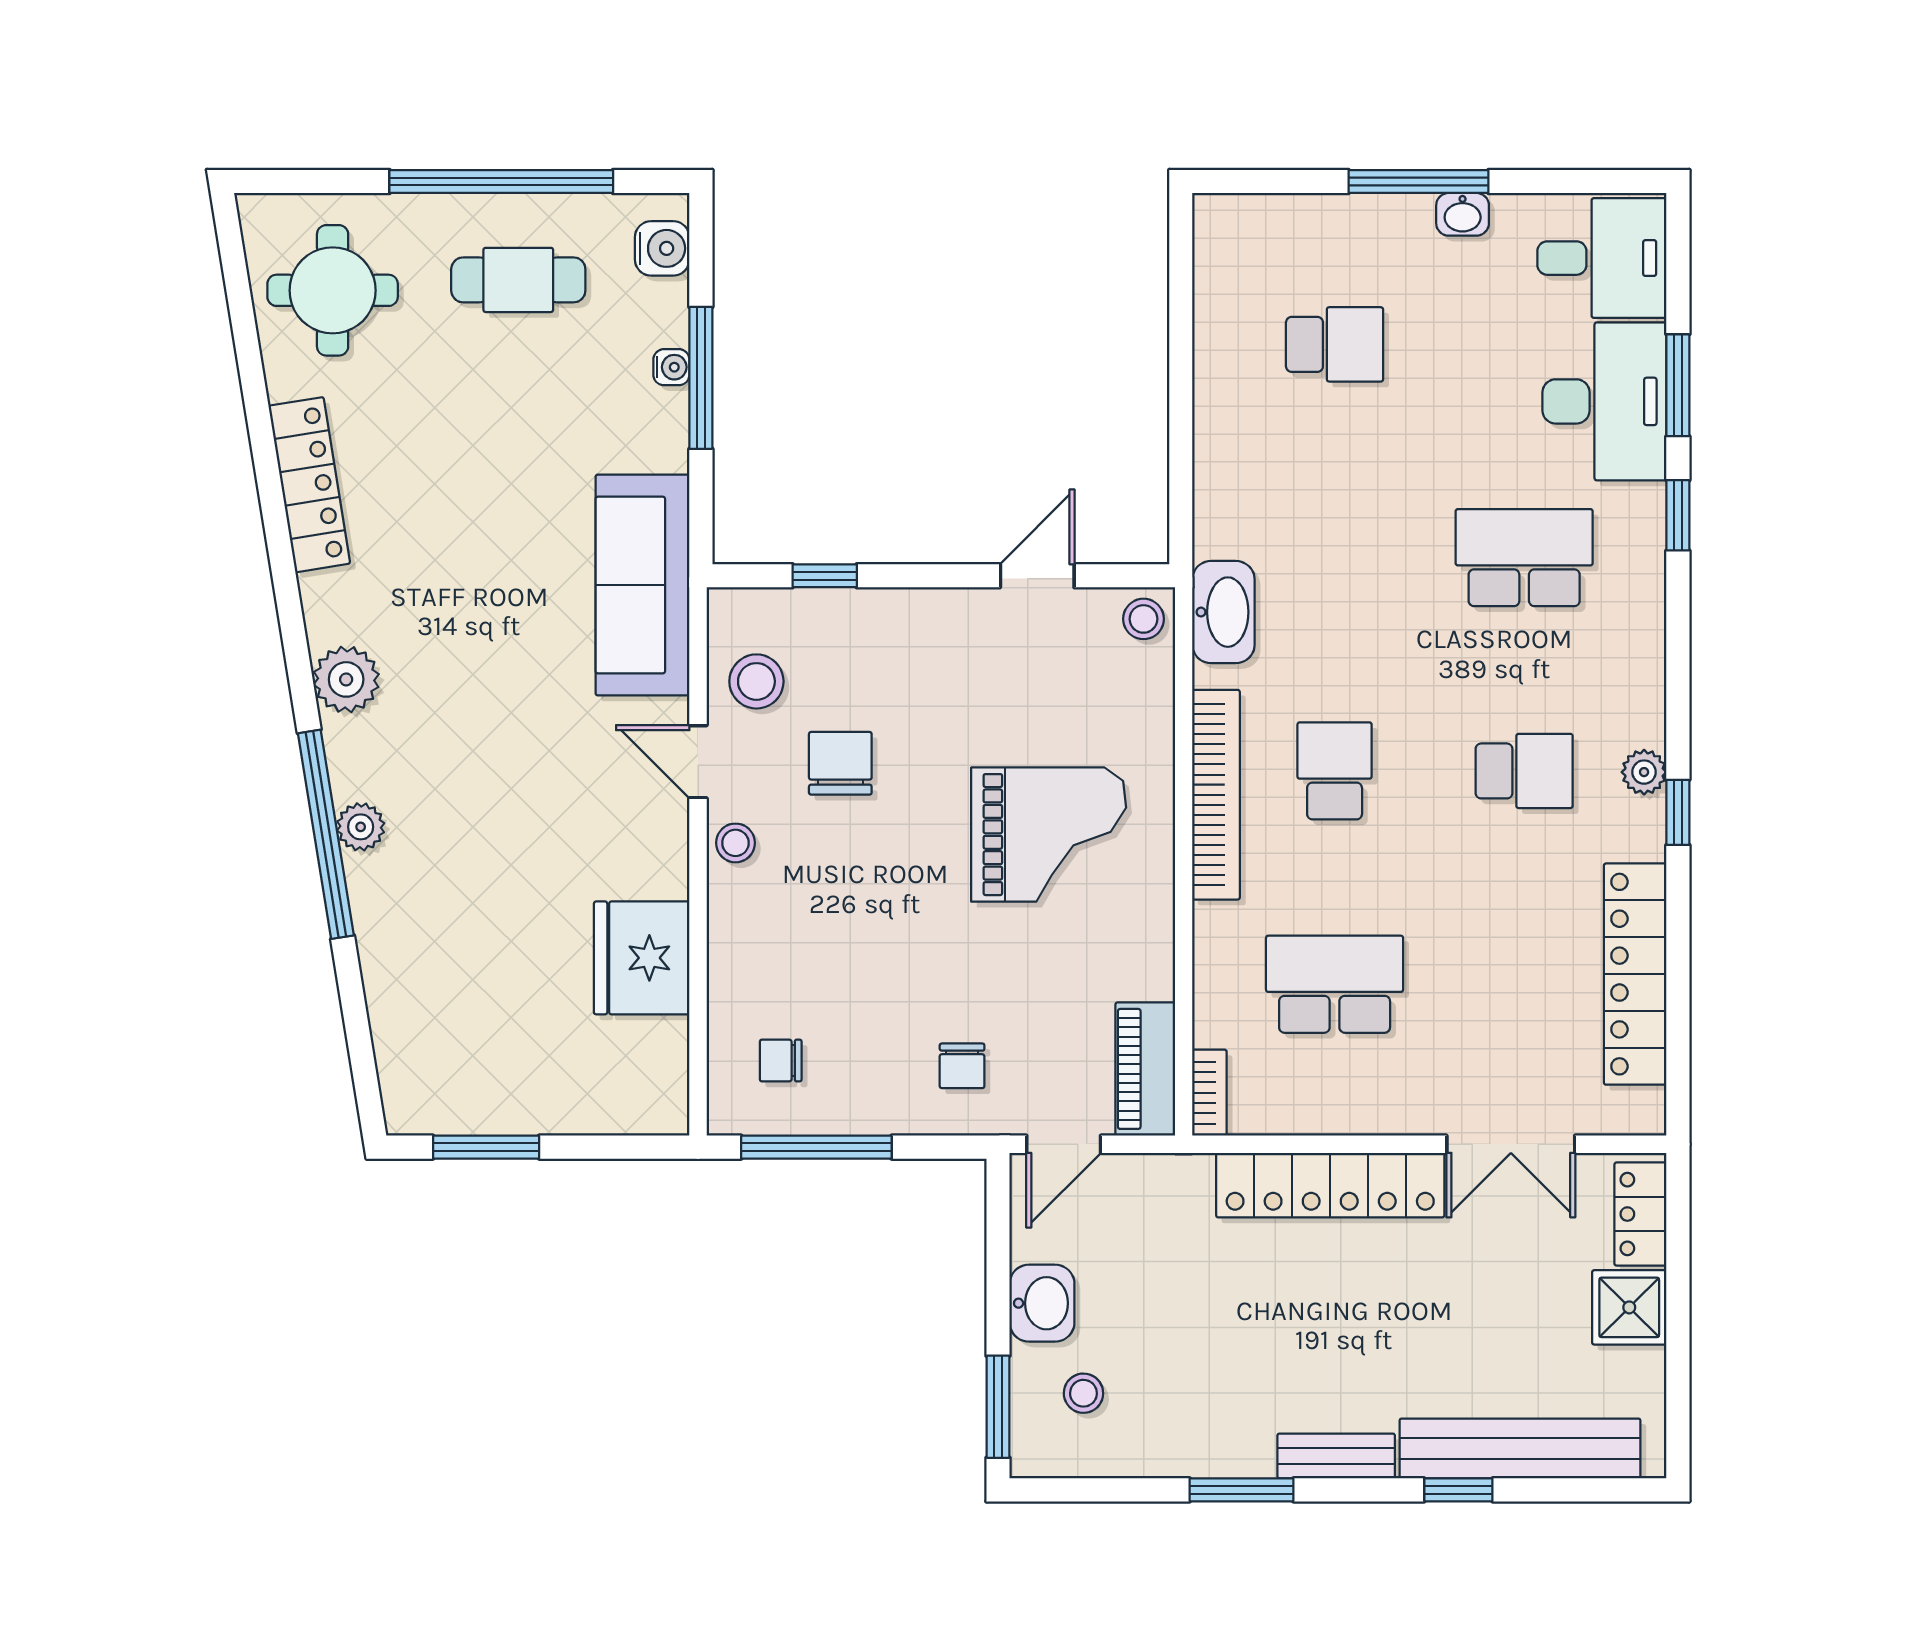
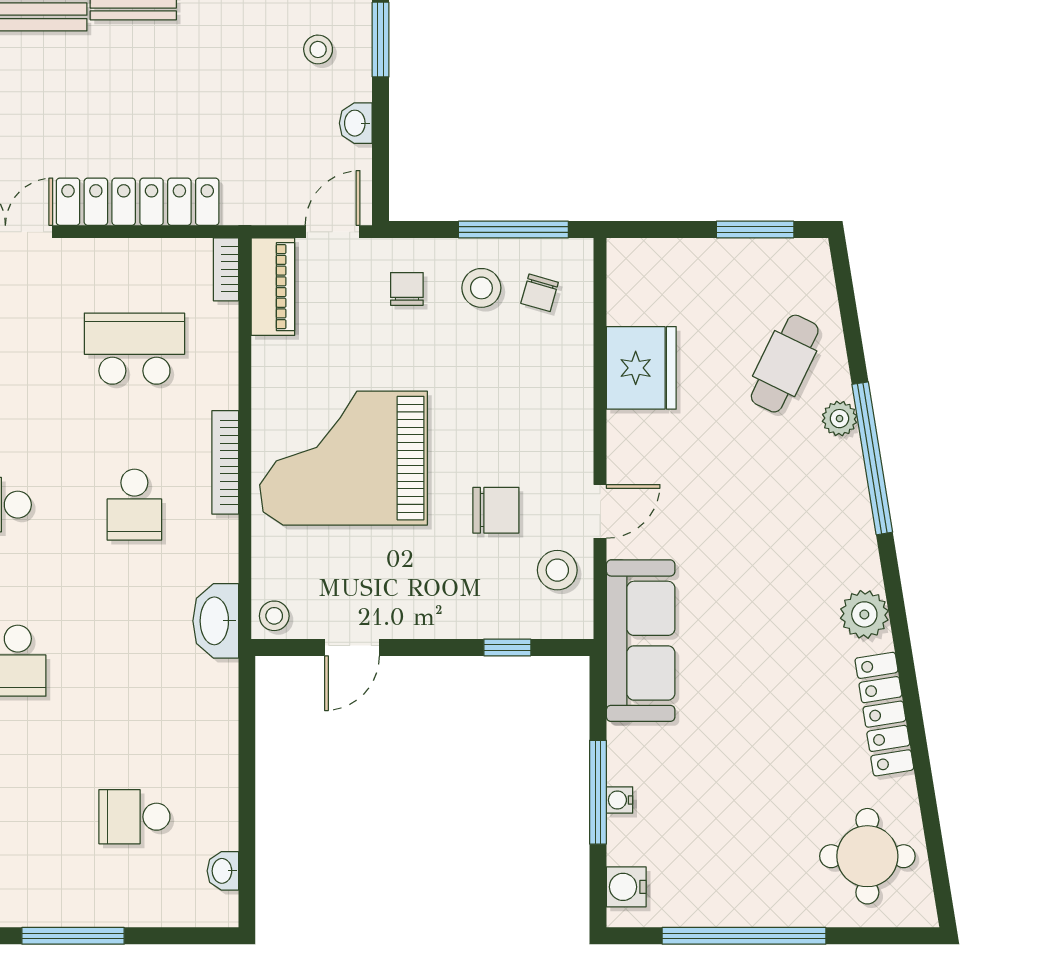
washbasin: (1463, 214) -> (223, 871), moved, turned -90
cafe table: (518, 280) -> (785, 364), moved, turned -64
plant: (346, 679) -> (864, 614), moved
door: (698, 762) -> (600, 511), hinge flipped
chair: (840, 763) -> (496, 510), turned -90
bookcase: (1216, 795) -> (225, 462), width x0.68, depth x0.76
plant: (361, 827) -> (840, 419), moved
grand piano: (1049, 835) -> (344, 458), width x1.37, depth x1.48
stool: (735, 843) -> (481, 288), moved, width x1.37, depth x1.37
school desk: (1335, 984) -> (134, 349), turned 180
chair: (781, 1061) -> (540, 293), turned 106
washbasin: (1042, 1303) -> (356, 123), width x0.72, depth x0.69

